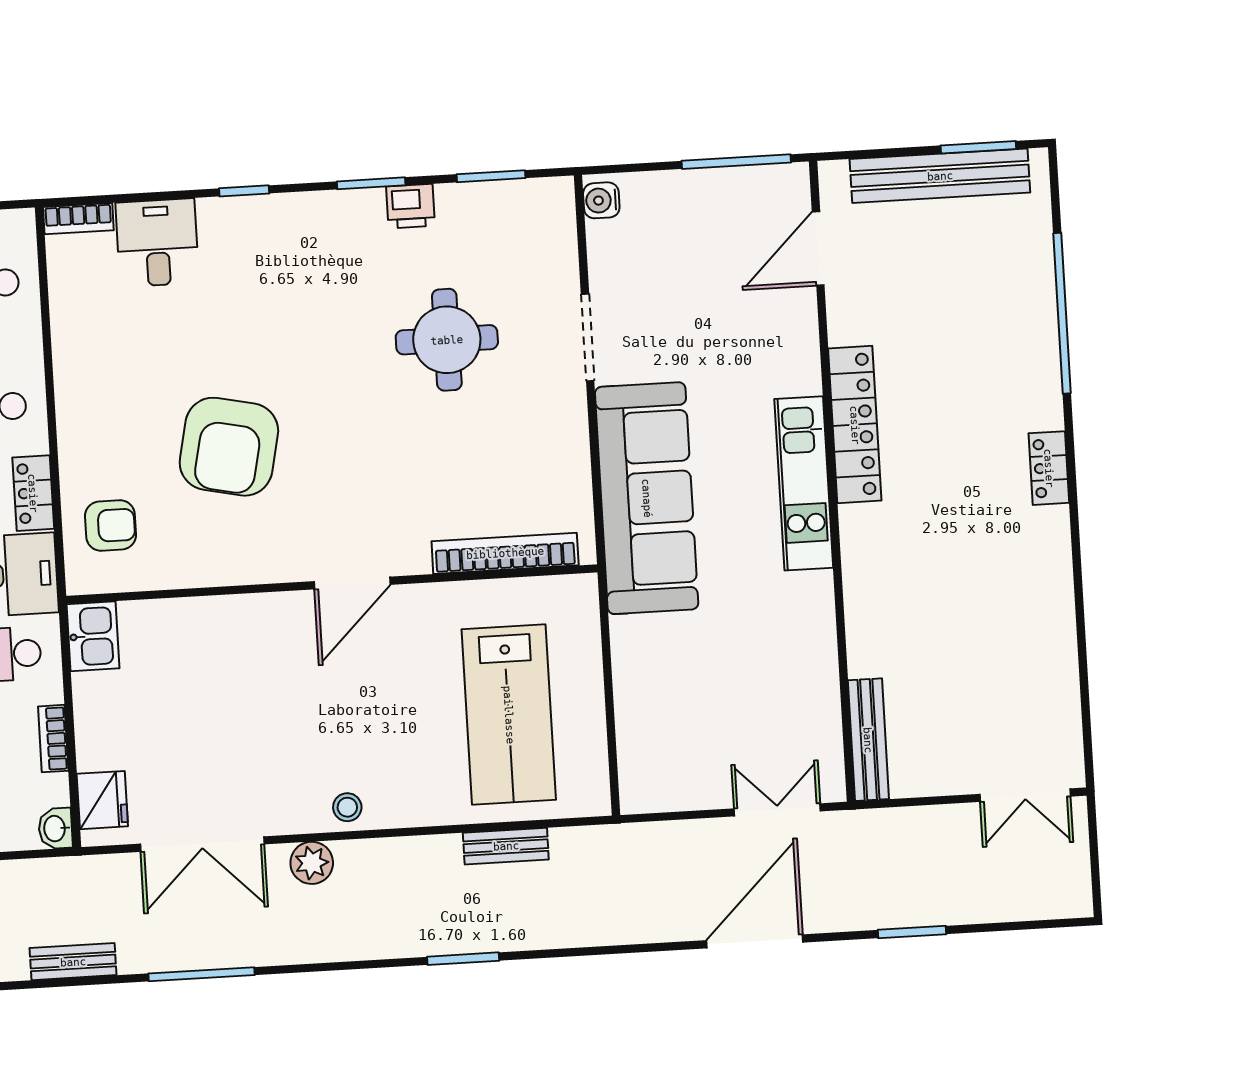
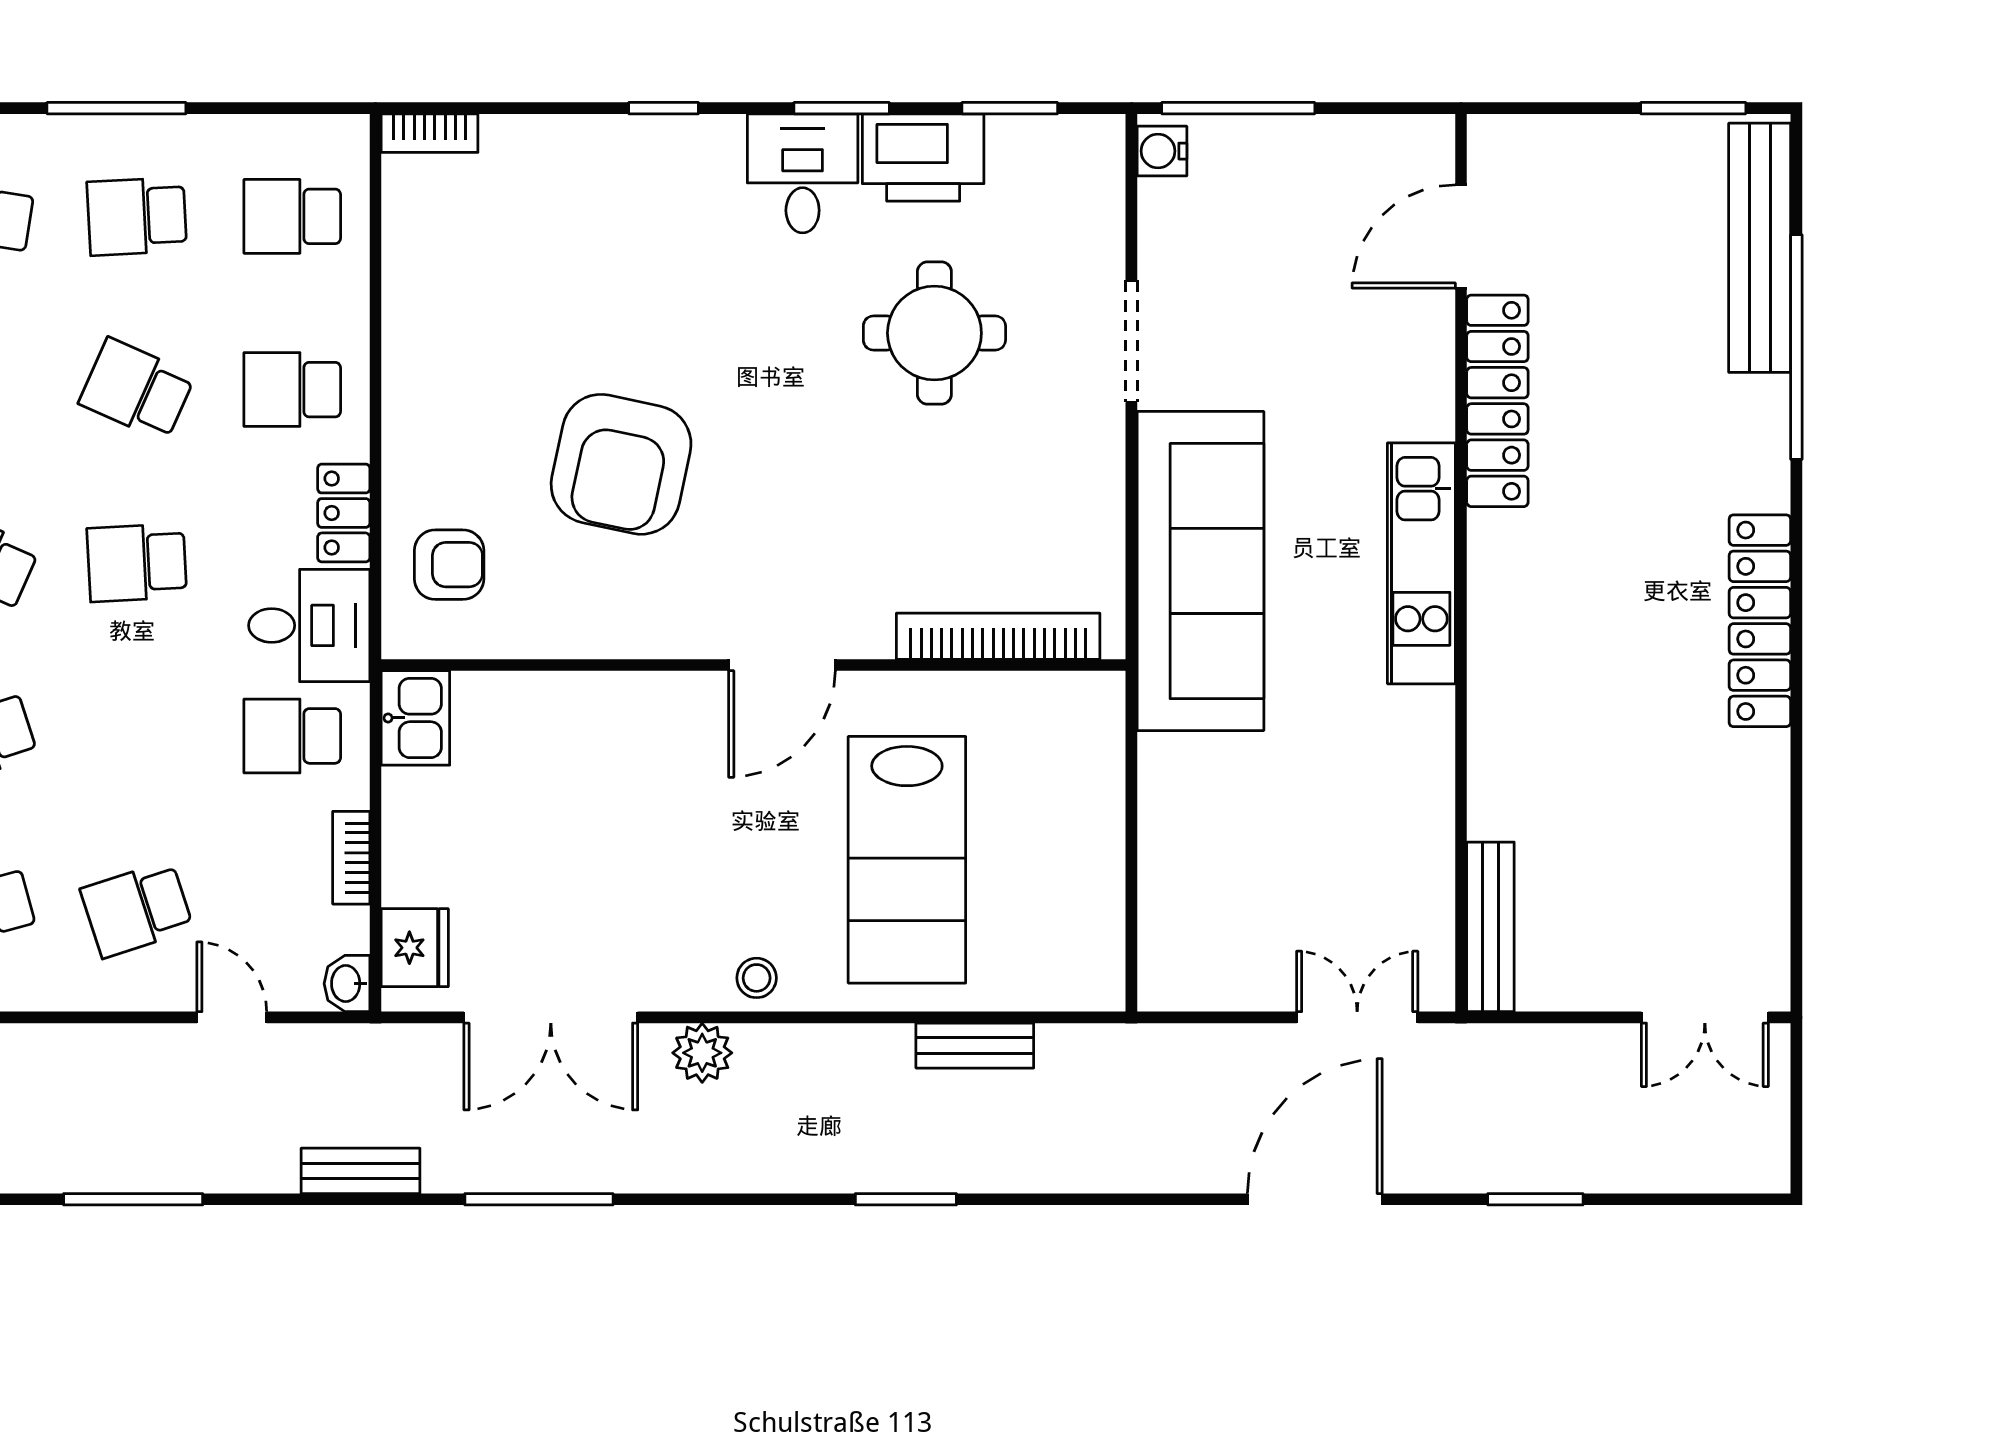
window: (736, 162) -> (1238, 108), moved
bench: (940, 176) -> (1760, 248), moved, turned 90
printer: (411, 206) -> (923, 157), width x1.87, depth x1.48
desk: (157, 243) -> (803, 173), moved
locker: (855, 425) -> (1497, 401), moved
locker: (1049, 468) -> (1760, 621), width x2.16, depth x1.21
lab bench: (509, 715) -> (907, 860), moved

